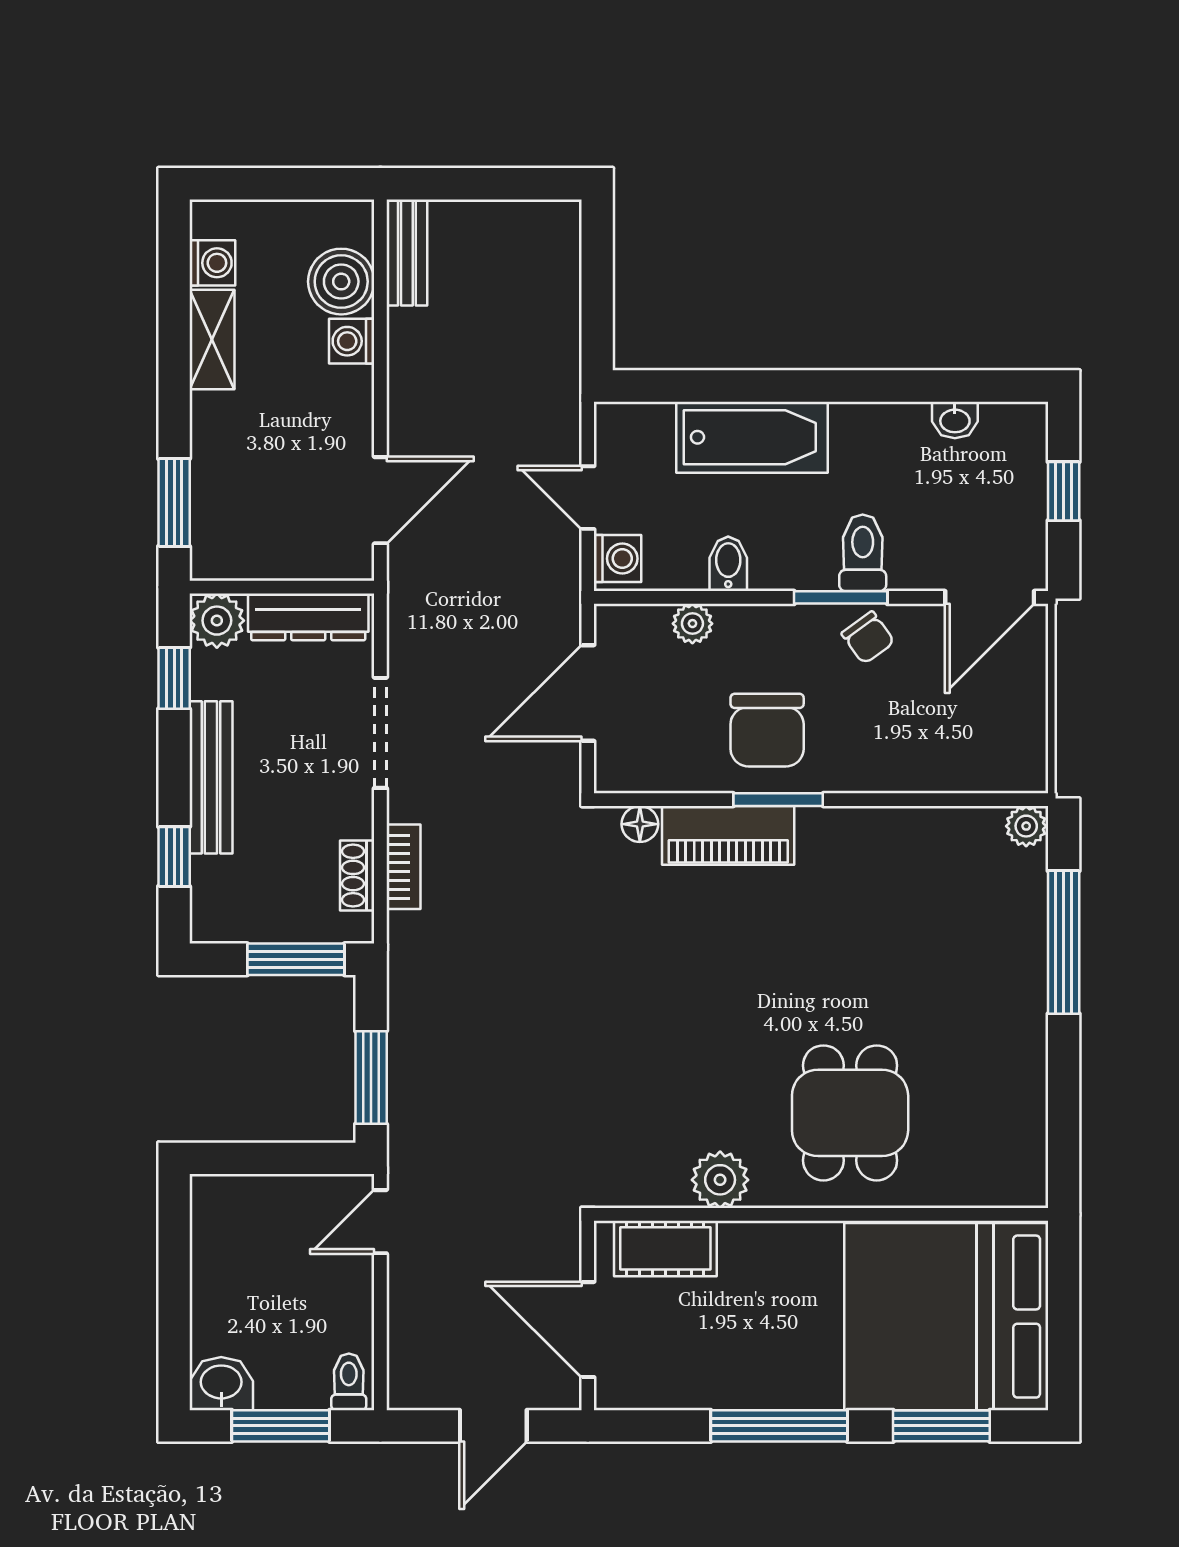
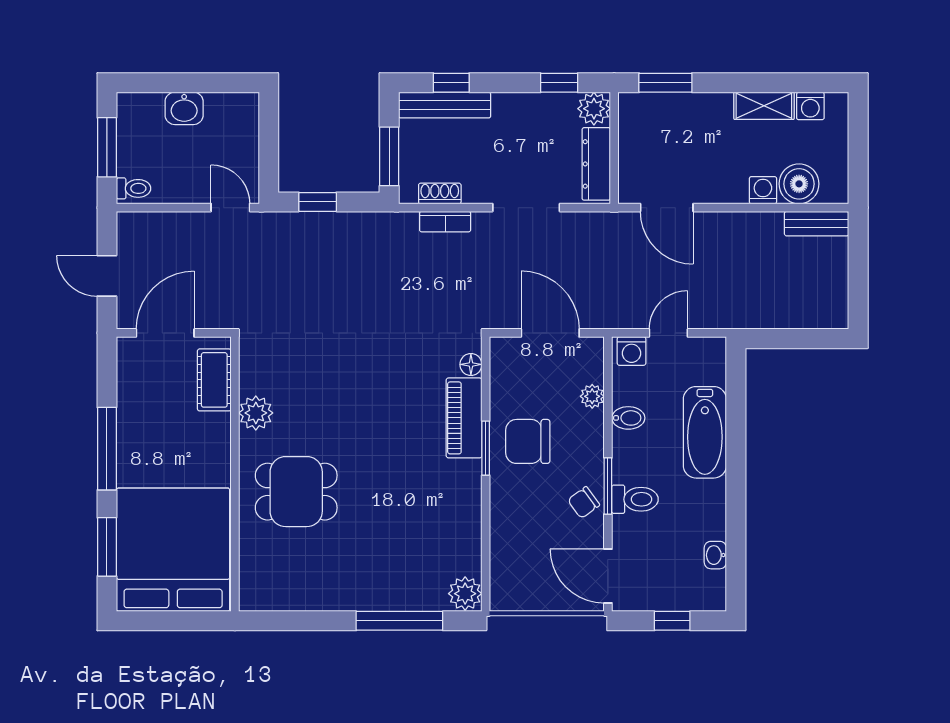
bench: (211, 777) -> (445, 105), moved
plant: (1026, 826) -> (465, 594), width x1.38, depth x1.38
window: (371, 1078) -> (318, 202), width x0.67
washbasin: (221, 1384) -> (184, 108), moved, turned 90

